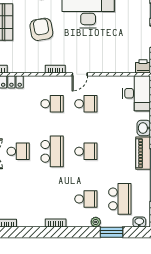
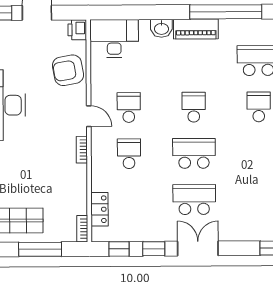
armchair: (41, 29) -> (68, 70), moved
school desk: (18, 151) -> (194, 200), width x1.85

